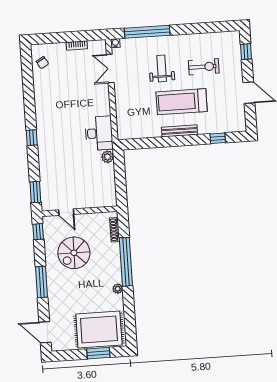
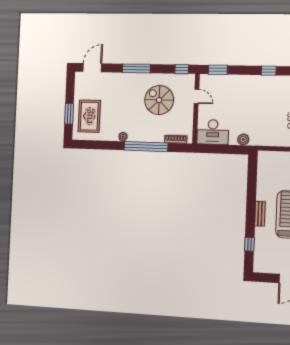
bench: (179, 131) -> (260, 214), width x0.73
desk: (99, 133) -> (213, 132), moved
door: (66, 212) -> (196, 96), swing flipped
rug: (99, 329) -> (89, 116), width x0.73, depth x0.69

